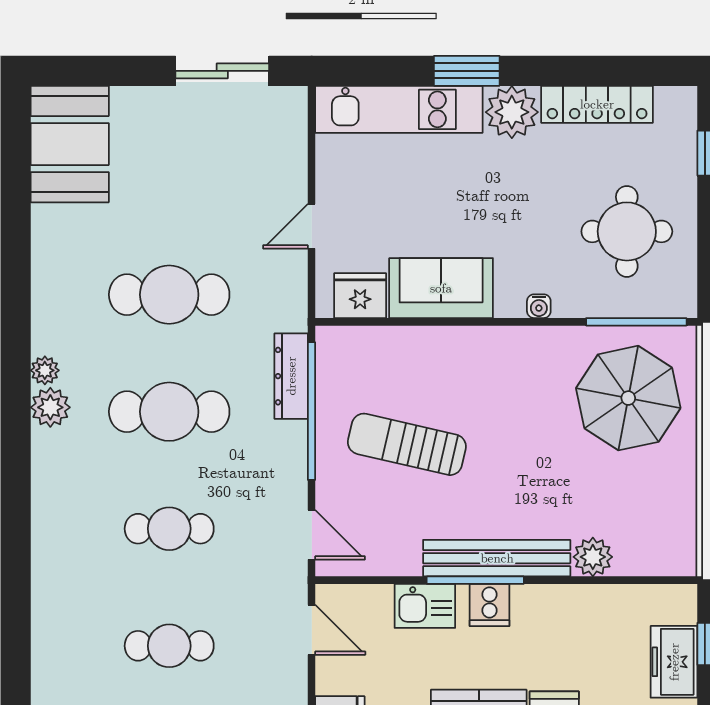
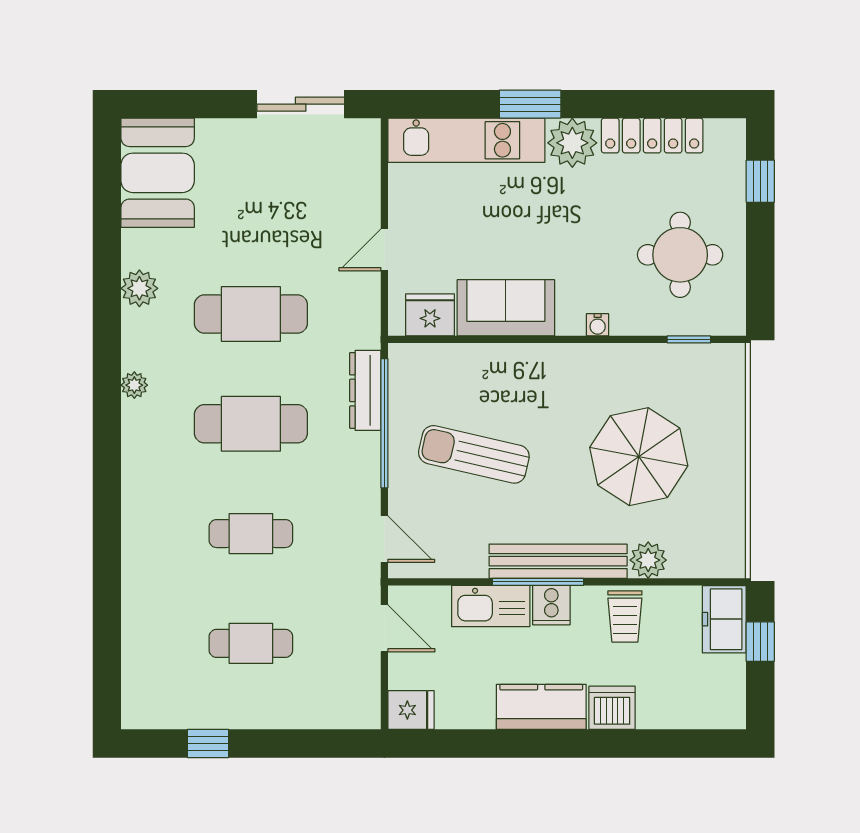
window: (636, 322) -> (689, 339), width x0.46
parasol: (628, 398) -> (639, 457), moved
plant: (50, 407) -> (139, 288), moved
kitchen sink: (425, 606) -> (491, 606), width x1.38
trolley: (568, 617) -> (625, 617), added
freezer: (674, 662) -> (724, 619), moved

